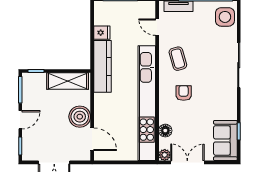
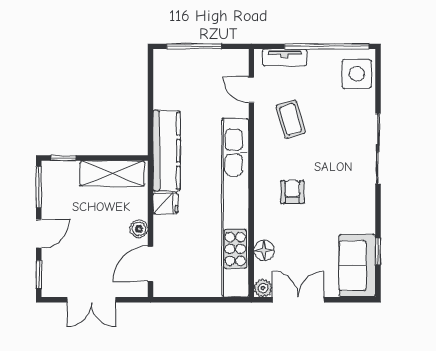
fridge: (102, 33) -> (166, 203), moved
coffee table: (178, 59) -> (291, 119), moved
boiler: (80, 117) -> (139, 229), width x0.54, depth x0.54
door: (92, 139) -> (150, 264), swing flipped

